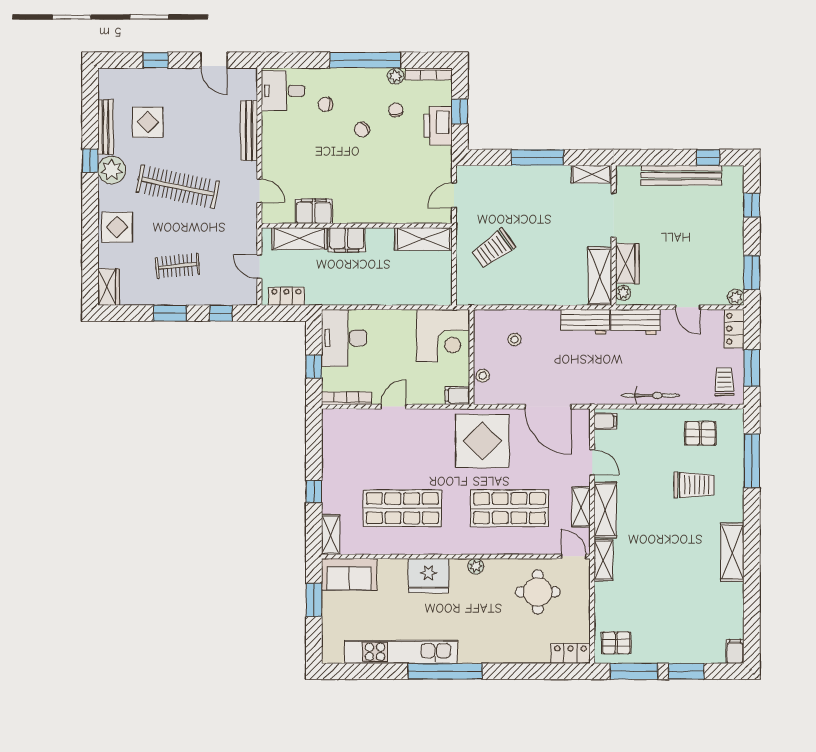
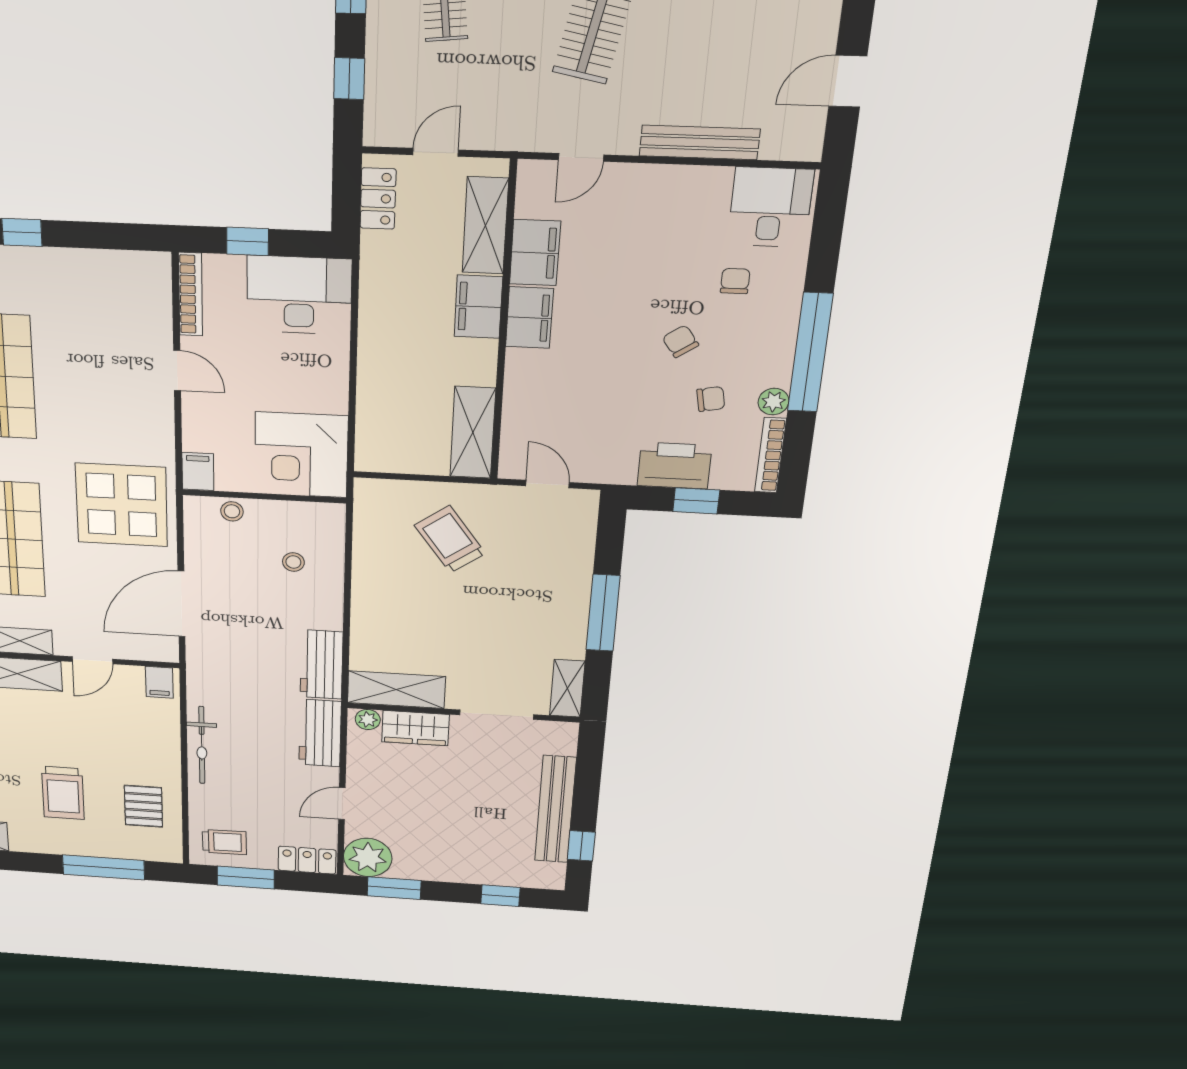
filing cabinet: (352, 212) -> (529, 318), added
plant: (736, 297) -> (368, 857), width x1.87, depth x1.87

